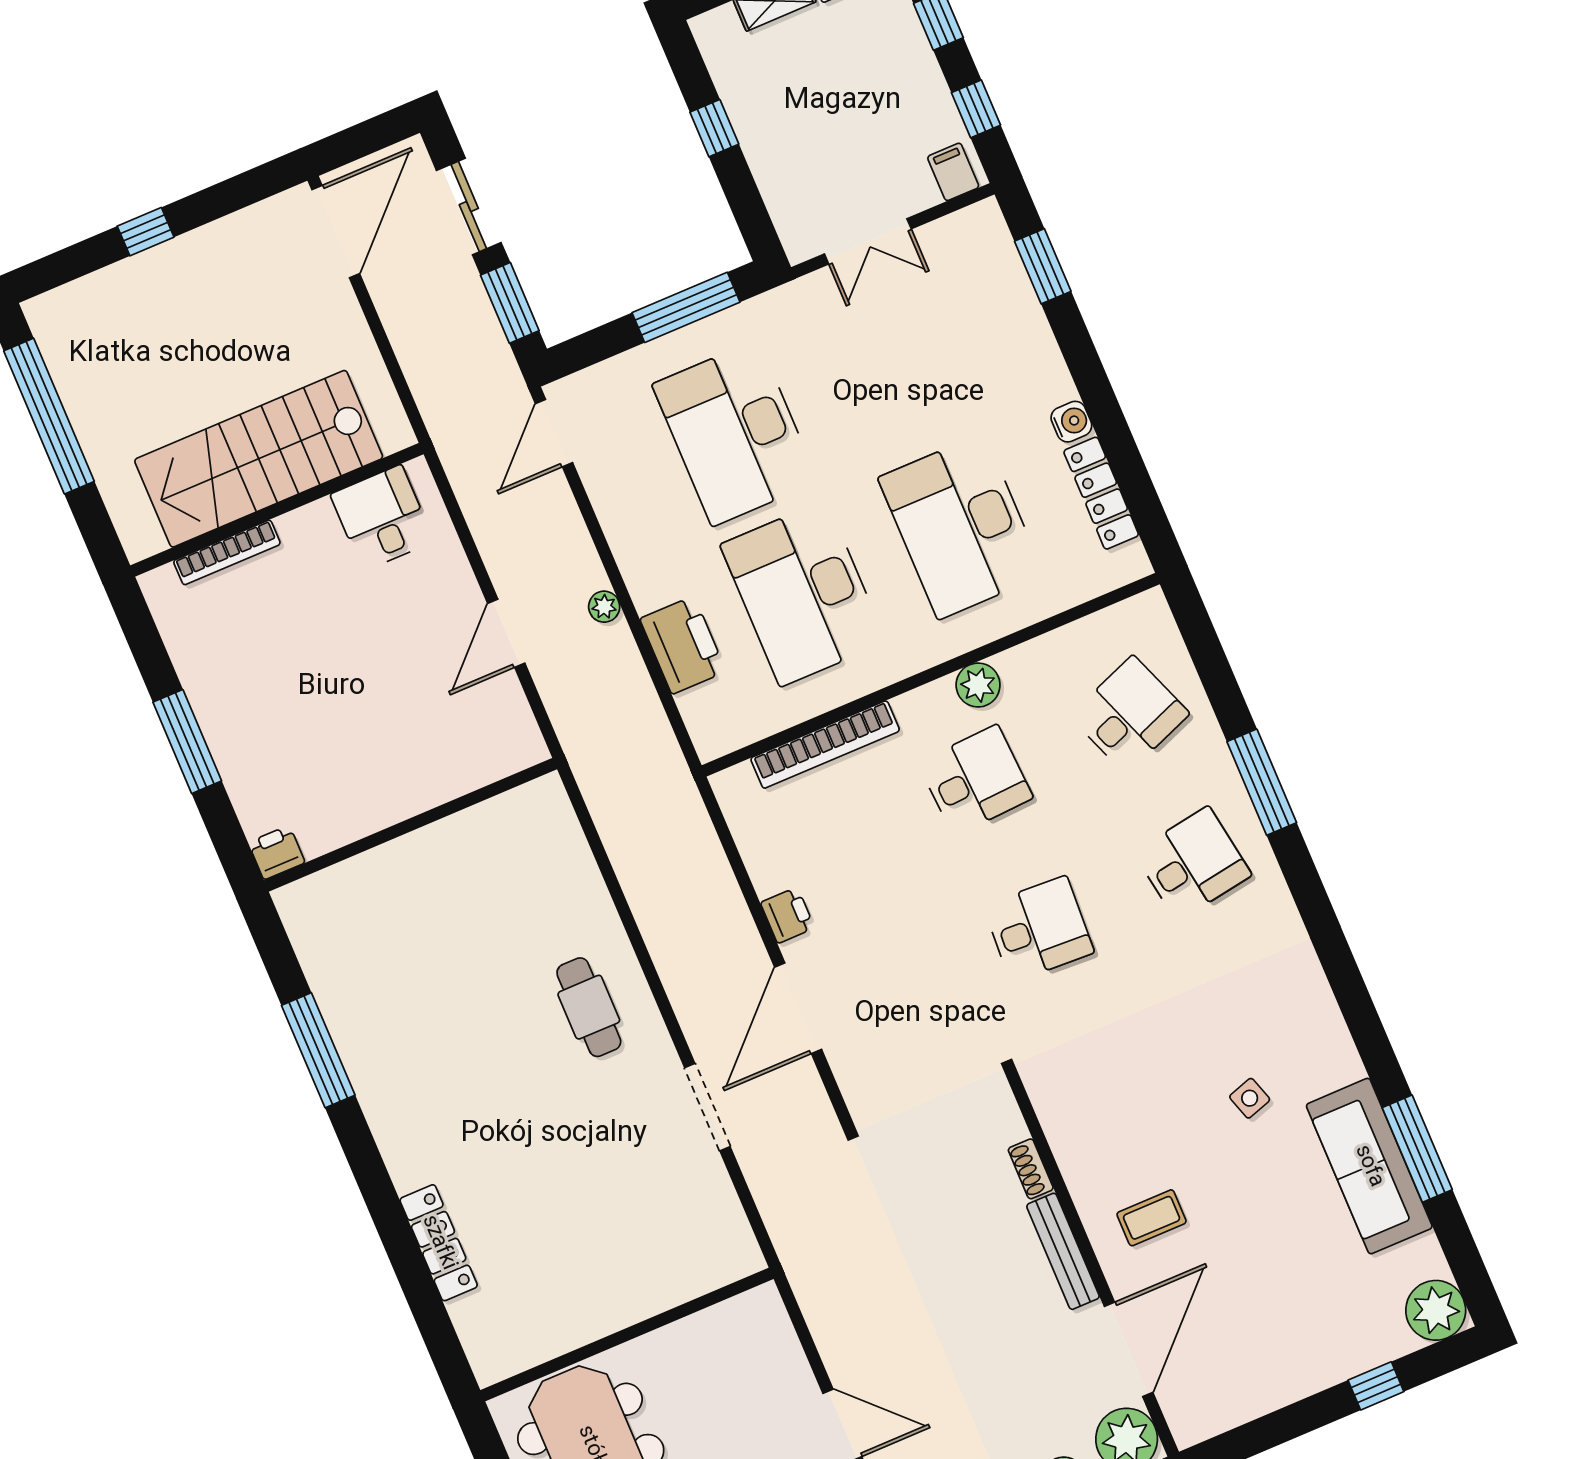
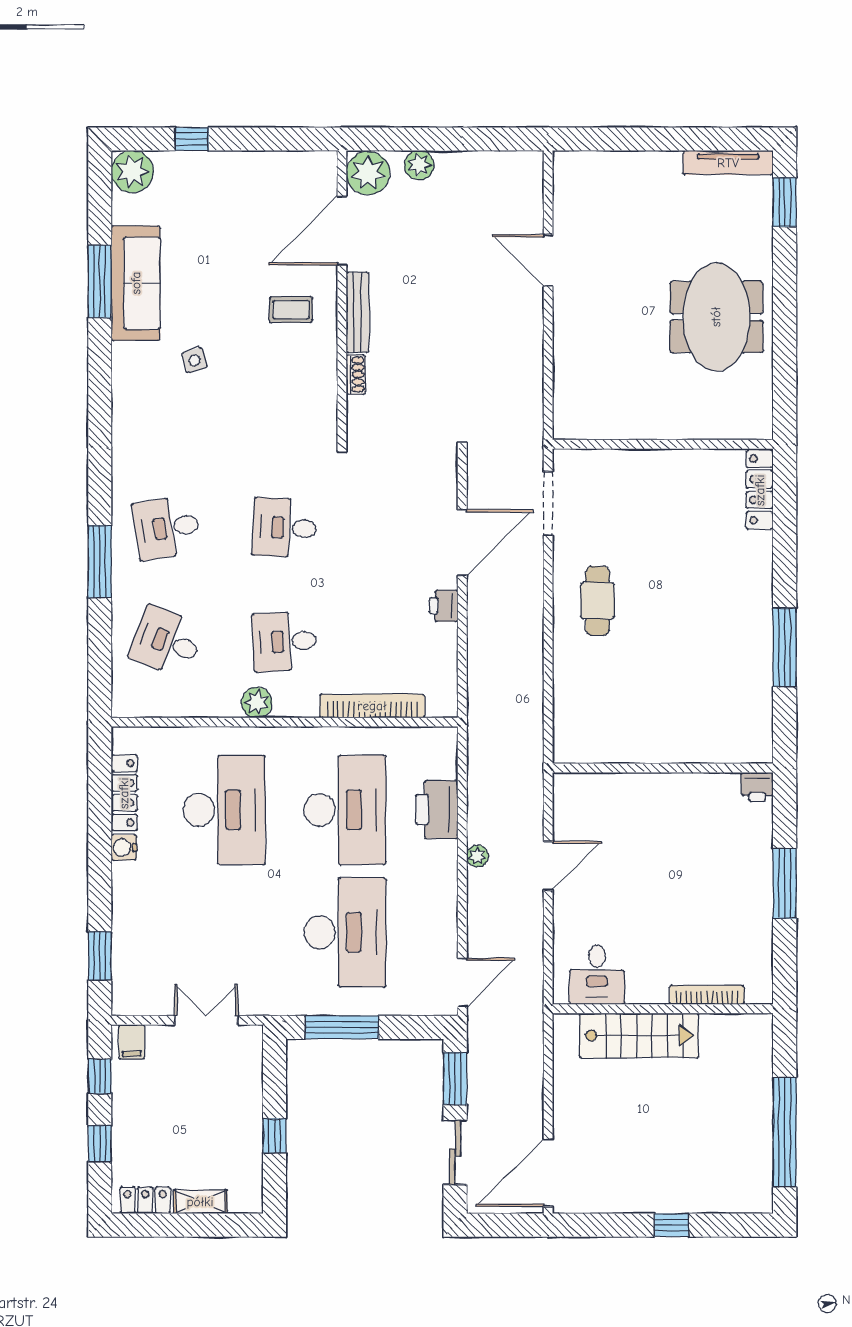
stairs: (259, 459) -> (639, 1035), width x0.73, depth x0.66
desk: (1130, 715) -> (167, 642), turned 42
wall: (627, 1334) -> (663, 444), moved

